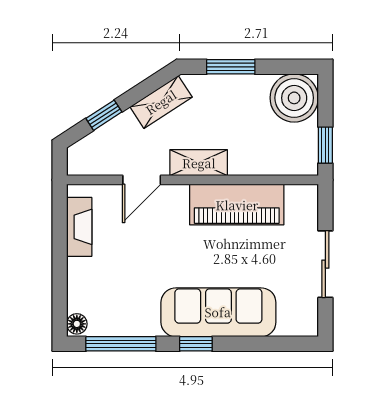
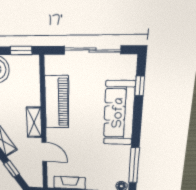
sliding door: (325, 264) -> (92, 50), width x1.37
window: (196, 344) -> (140, 86), moved

